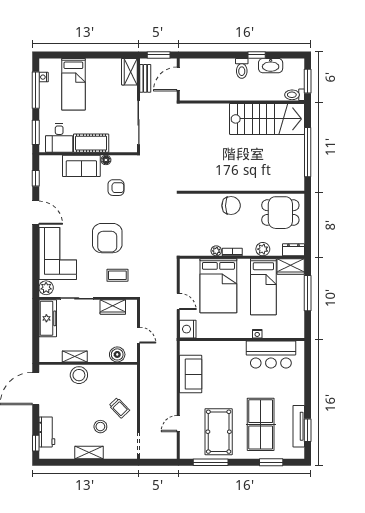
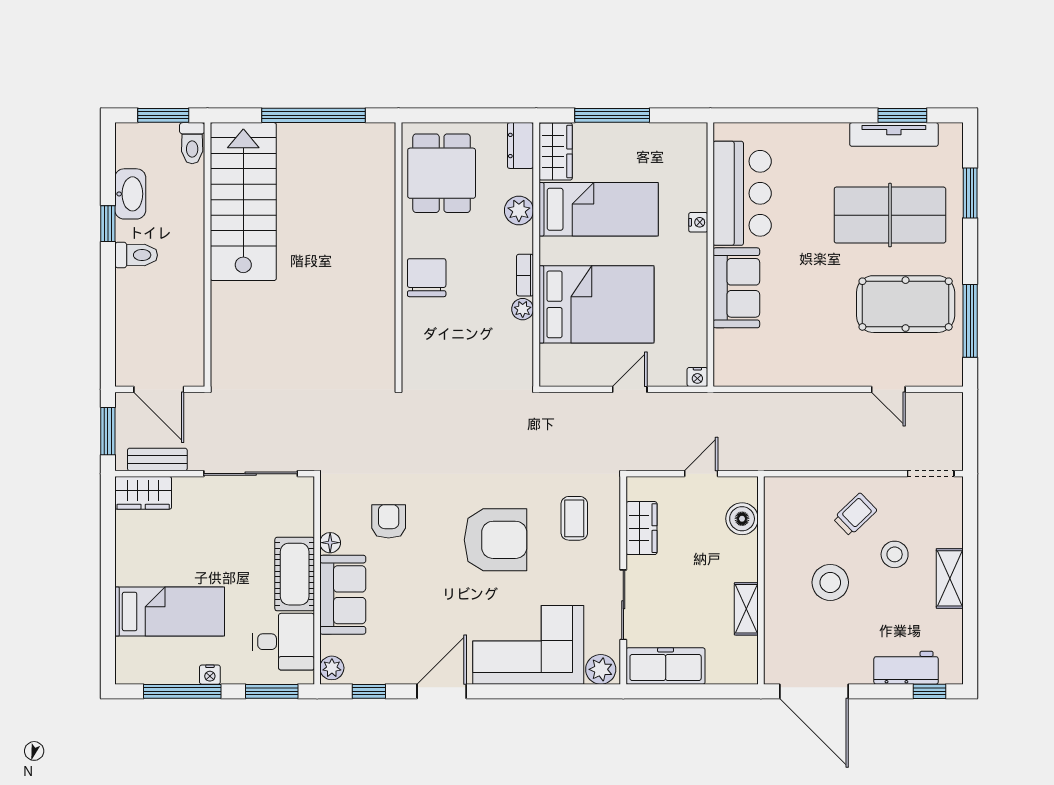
nightstand: (44, 77) -> (210, 675), moved
plant: (47, 161) -> (332, 668), added
nightstand: (188, 329) -> (697, 377), width x0.53, depth x0.56
sofa: (191, 374) -> (736, 288), moved, turned 90
stool: (79, 375) -> (830, 582), moved

